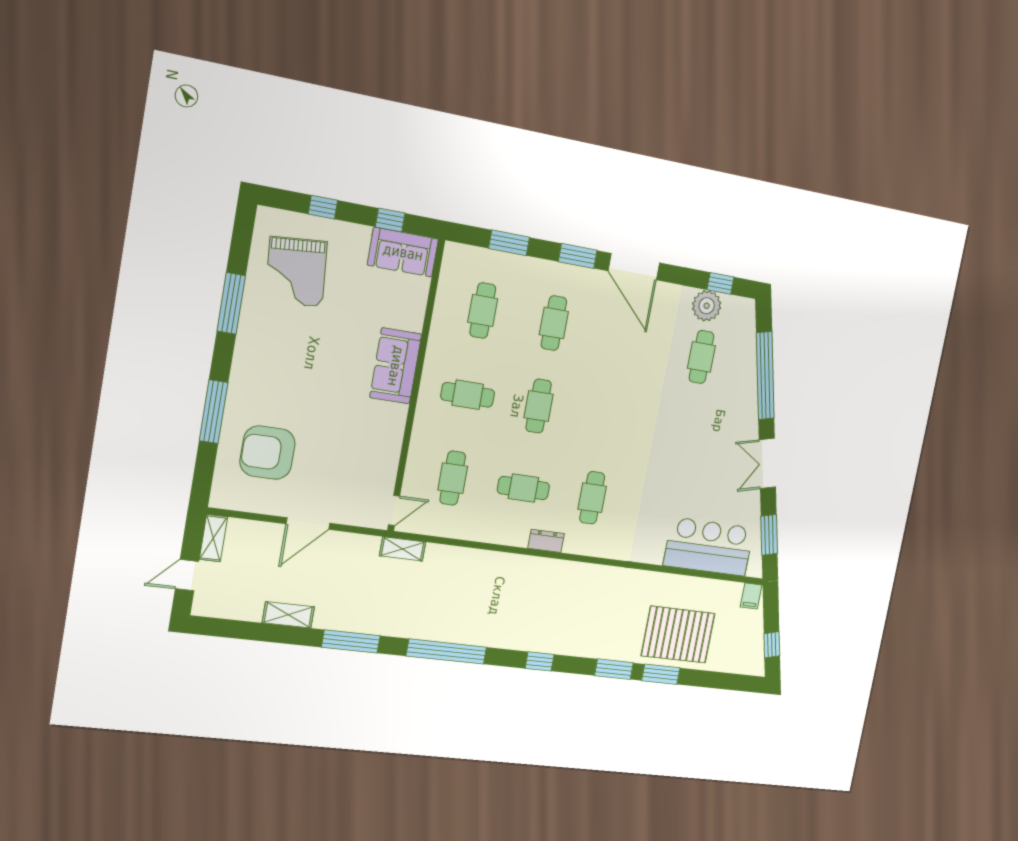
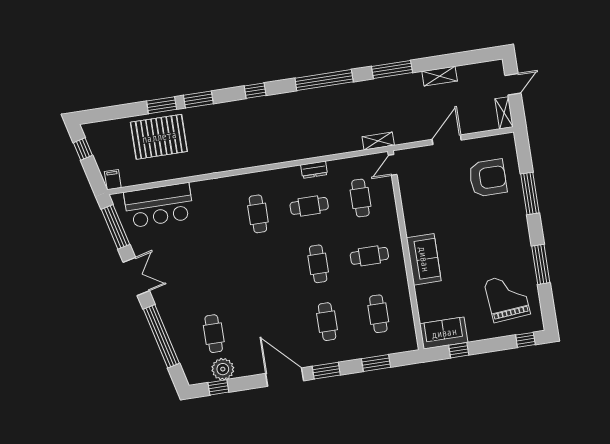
window: (323, 207) -> (525, 340), moved
window: (769, 535) -> (115, 227), width x1.44
dresser: (546, 541) -> (314, 170), moved

